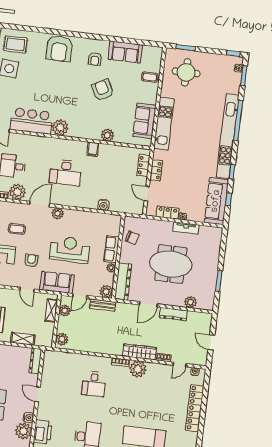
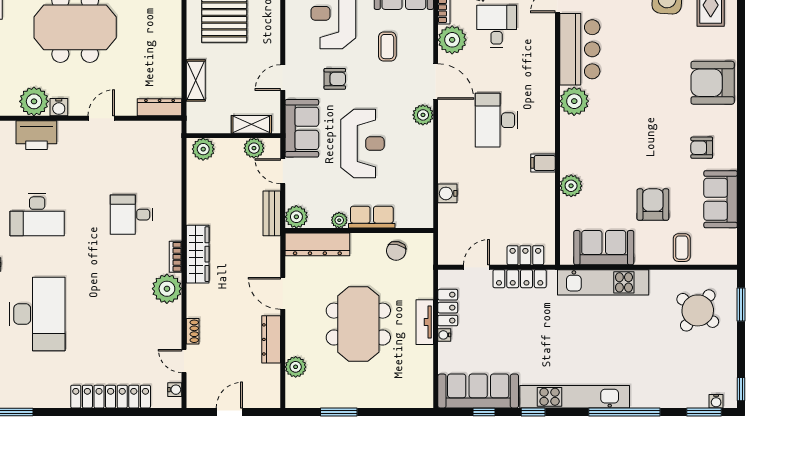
round table: (186, 72) -> (698, 310), turned 37
armchair: (103, 90) -> (653, 205), moved, turned -62
kitchen unit: (228, 136) -> (575, 397), width x0.73
locker: (156, 170) -> (520, 279), width x1.53
tv unit: (186, 228) -> (425, 322), moved
wardrobe: (139, 352) -> (198, 254), moved

